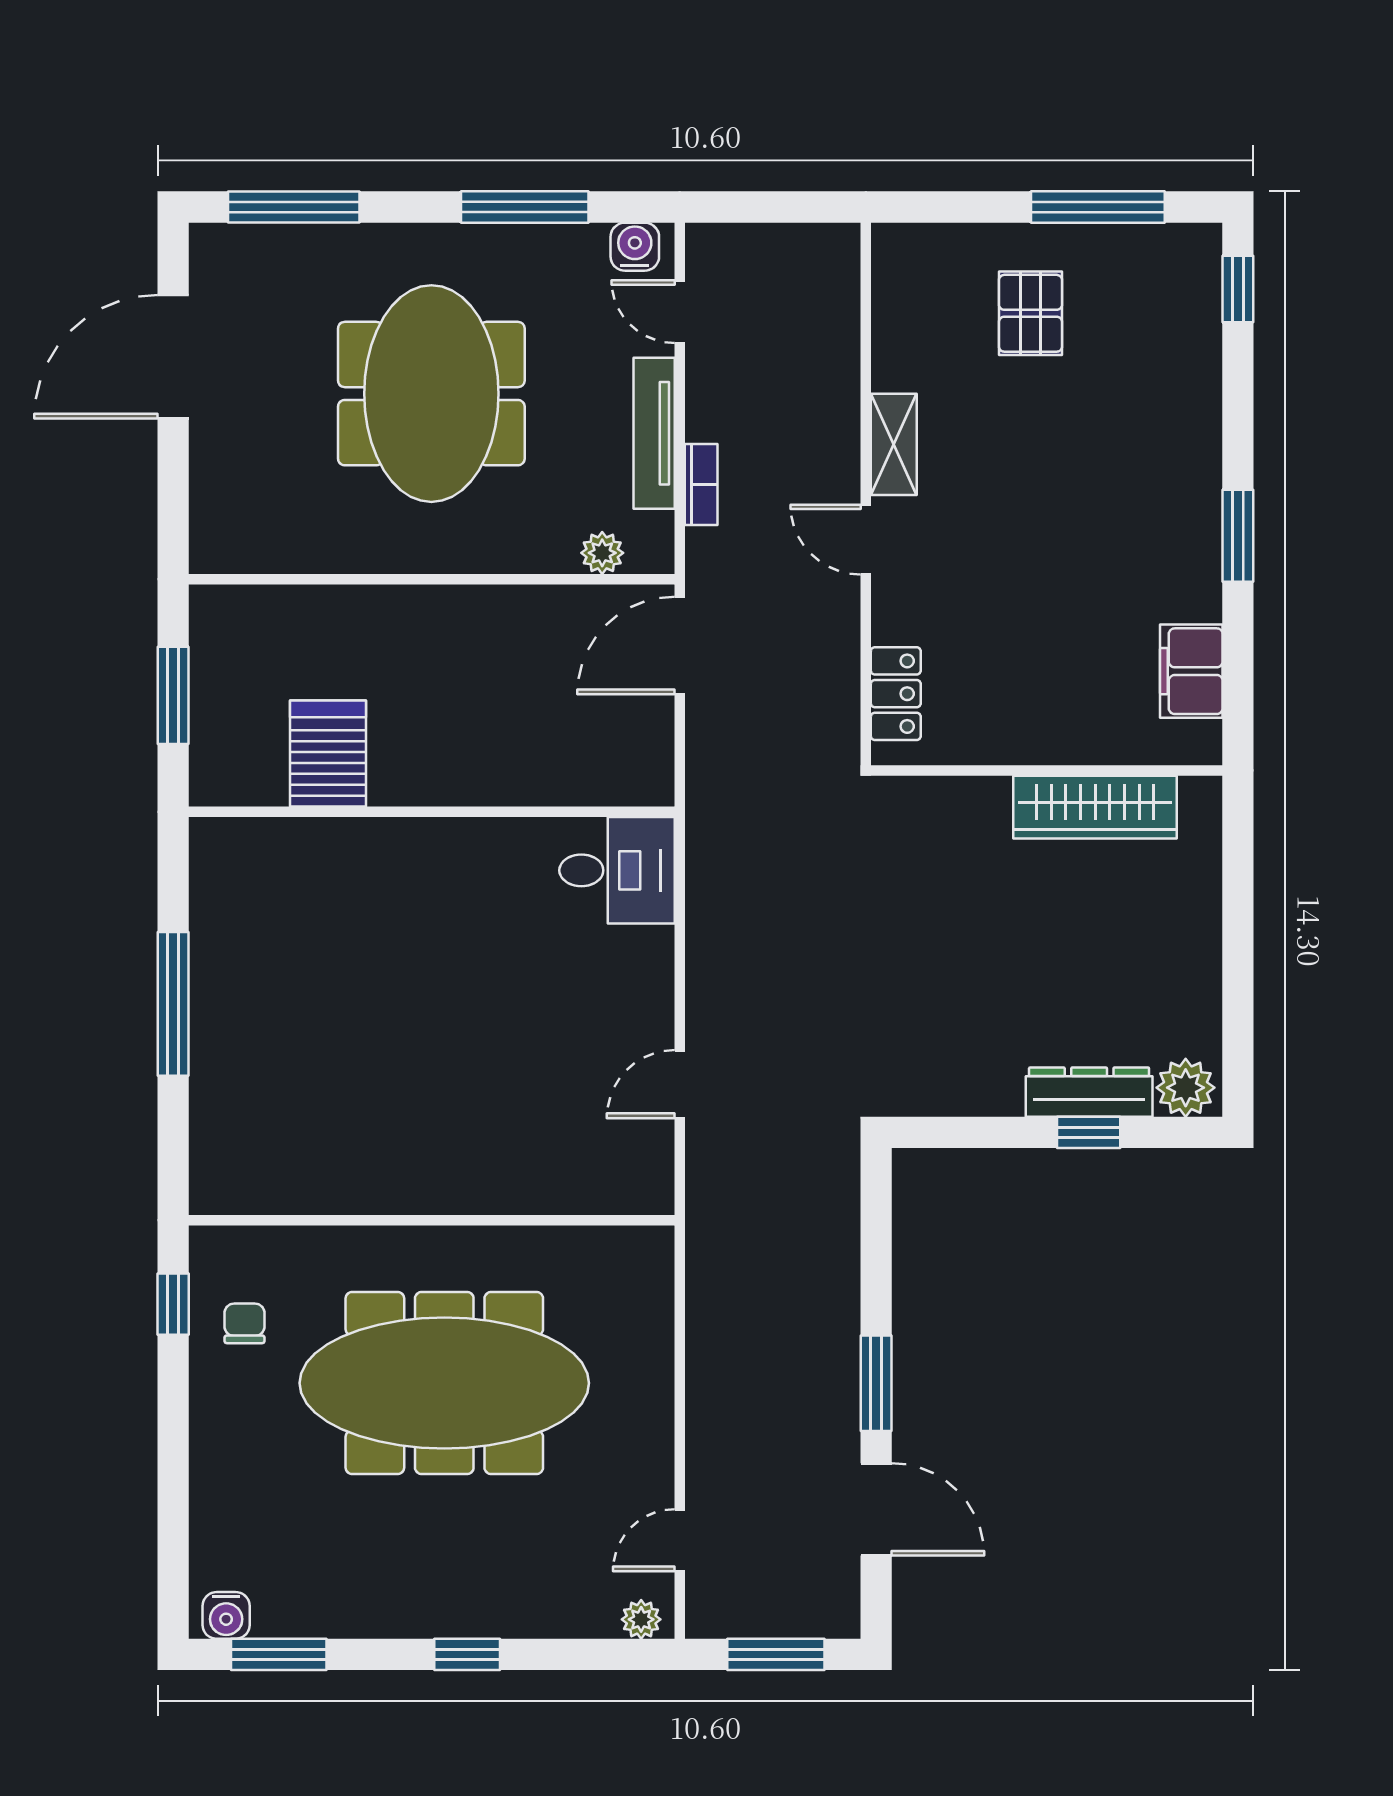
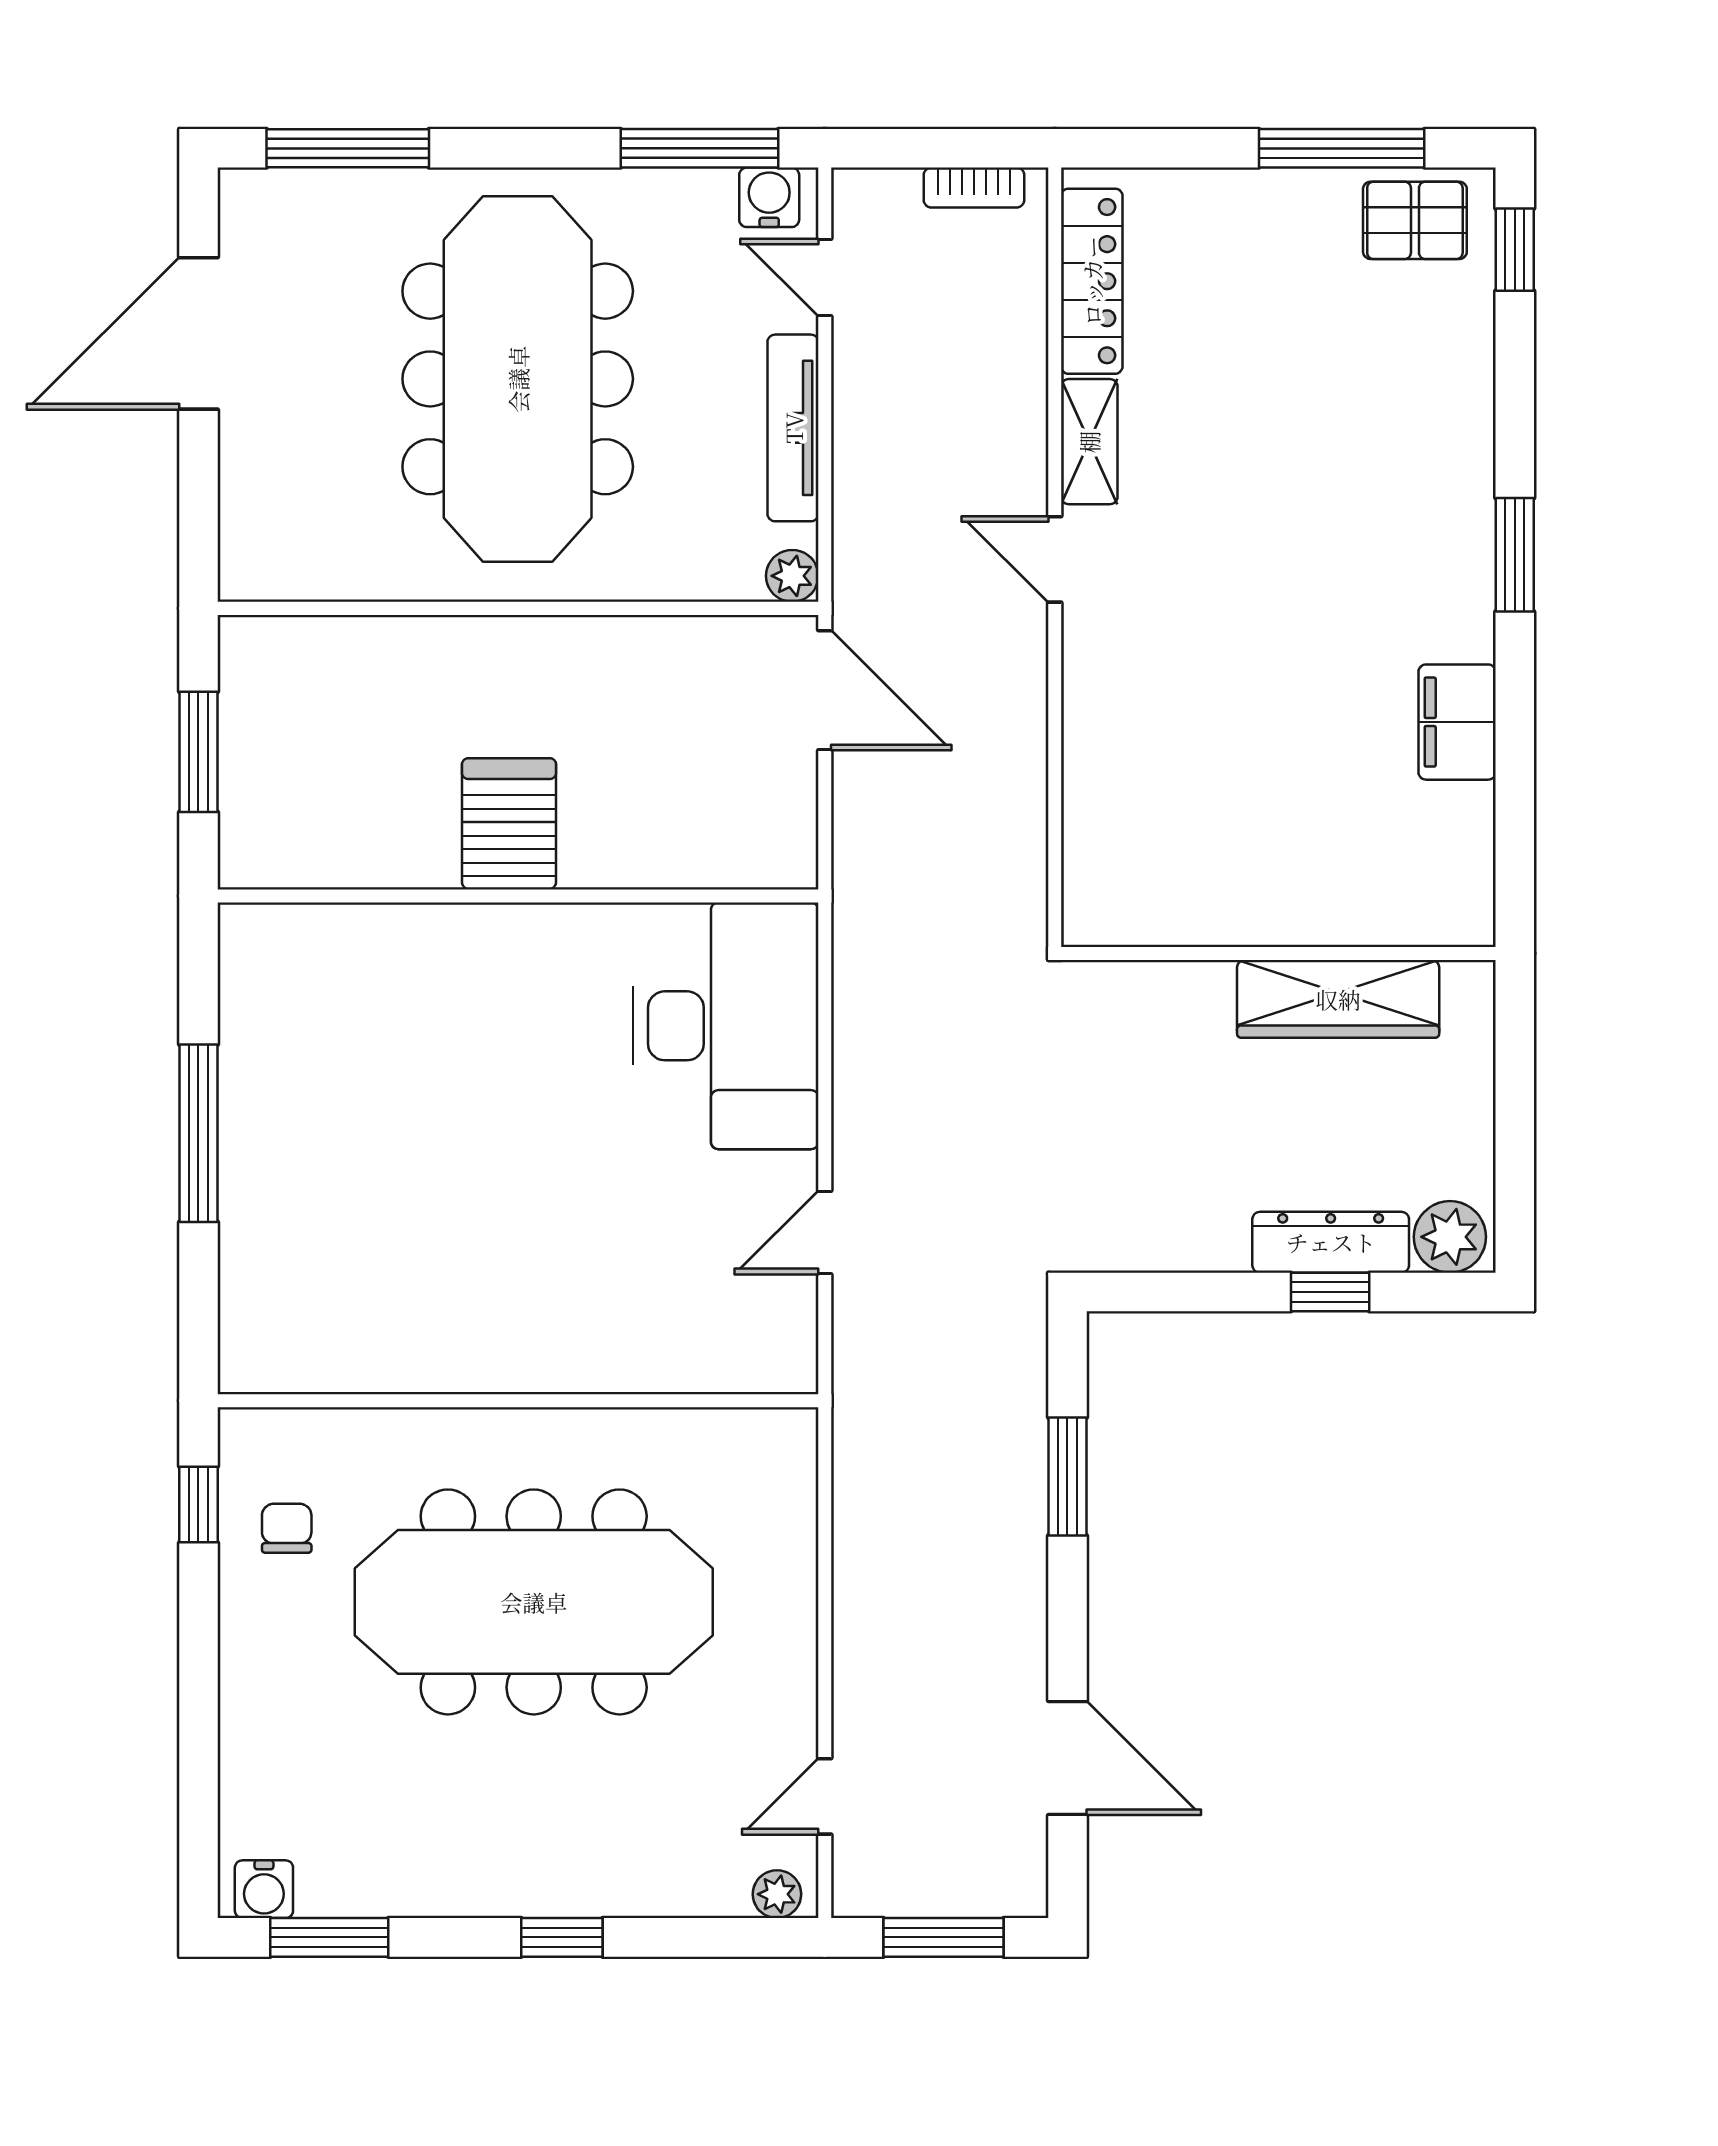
window: (525, 207) -> (699, 148), moved
pallet: (1030, 313) -> (1415, 220), moved, turned 90
meeting table: (431, 394) -> (518, 379), width x1.36
bookcase: (701, 485) -> (974, 188), moved, turned 90
plant: (602, 553) -> (792, 576), moved
door: (680, 646) -> (825, 690), swing flipped
locker: (896, 694) -> (1092, 281), moved, width x1.53
server rack: (328, 754) -> (509, 824), moved
wall: (1047, 770) -> (1278, 953), moved
wardrobe: (1095, 807) -> (1338, 999), moved
desk: (617, 870) -> (726, 1026), width x1.87, depth x1.30
window: (876, 1383) -> (1067, 1476), moved

